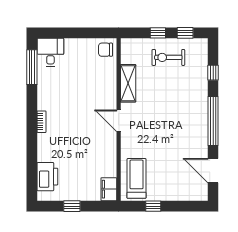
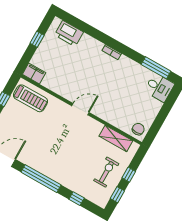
shelving: (128, 83) -> (116, 138), moved

